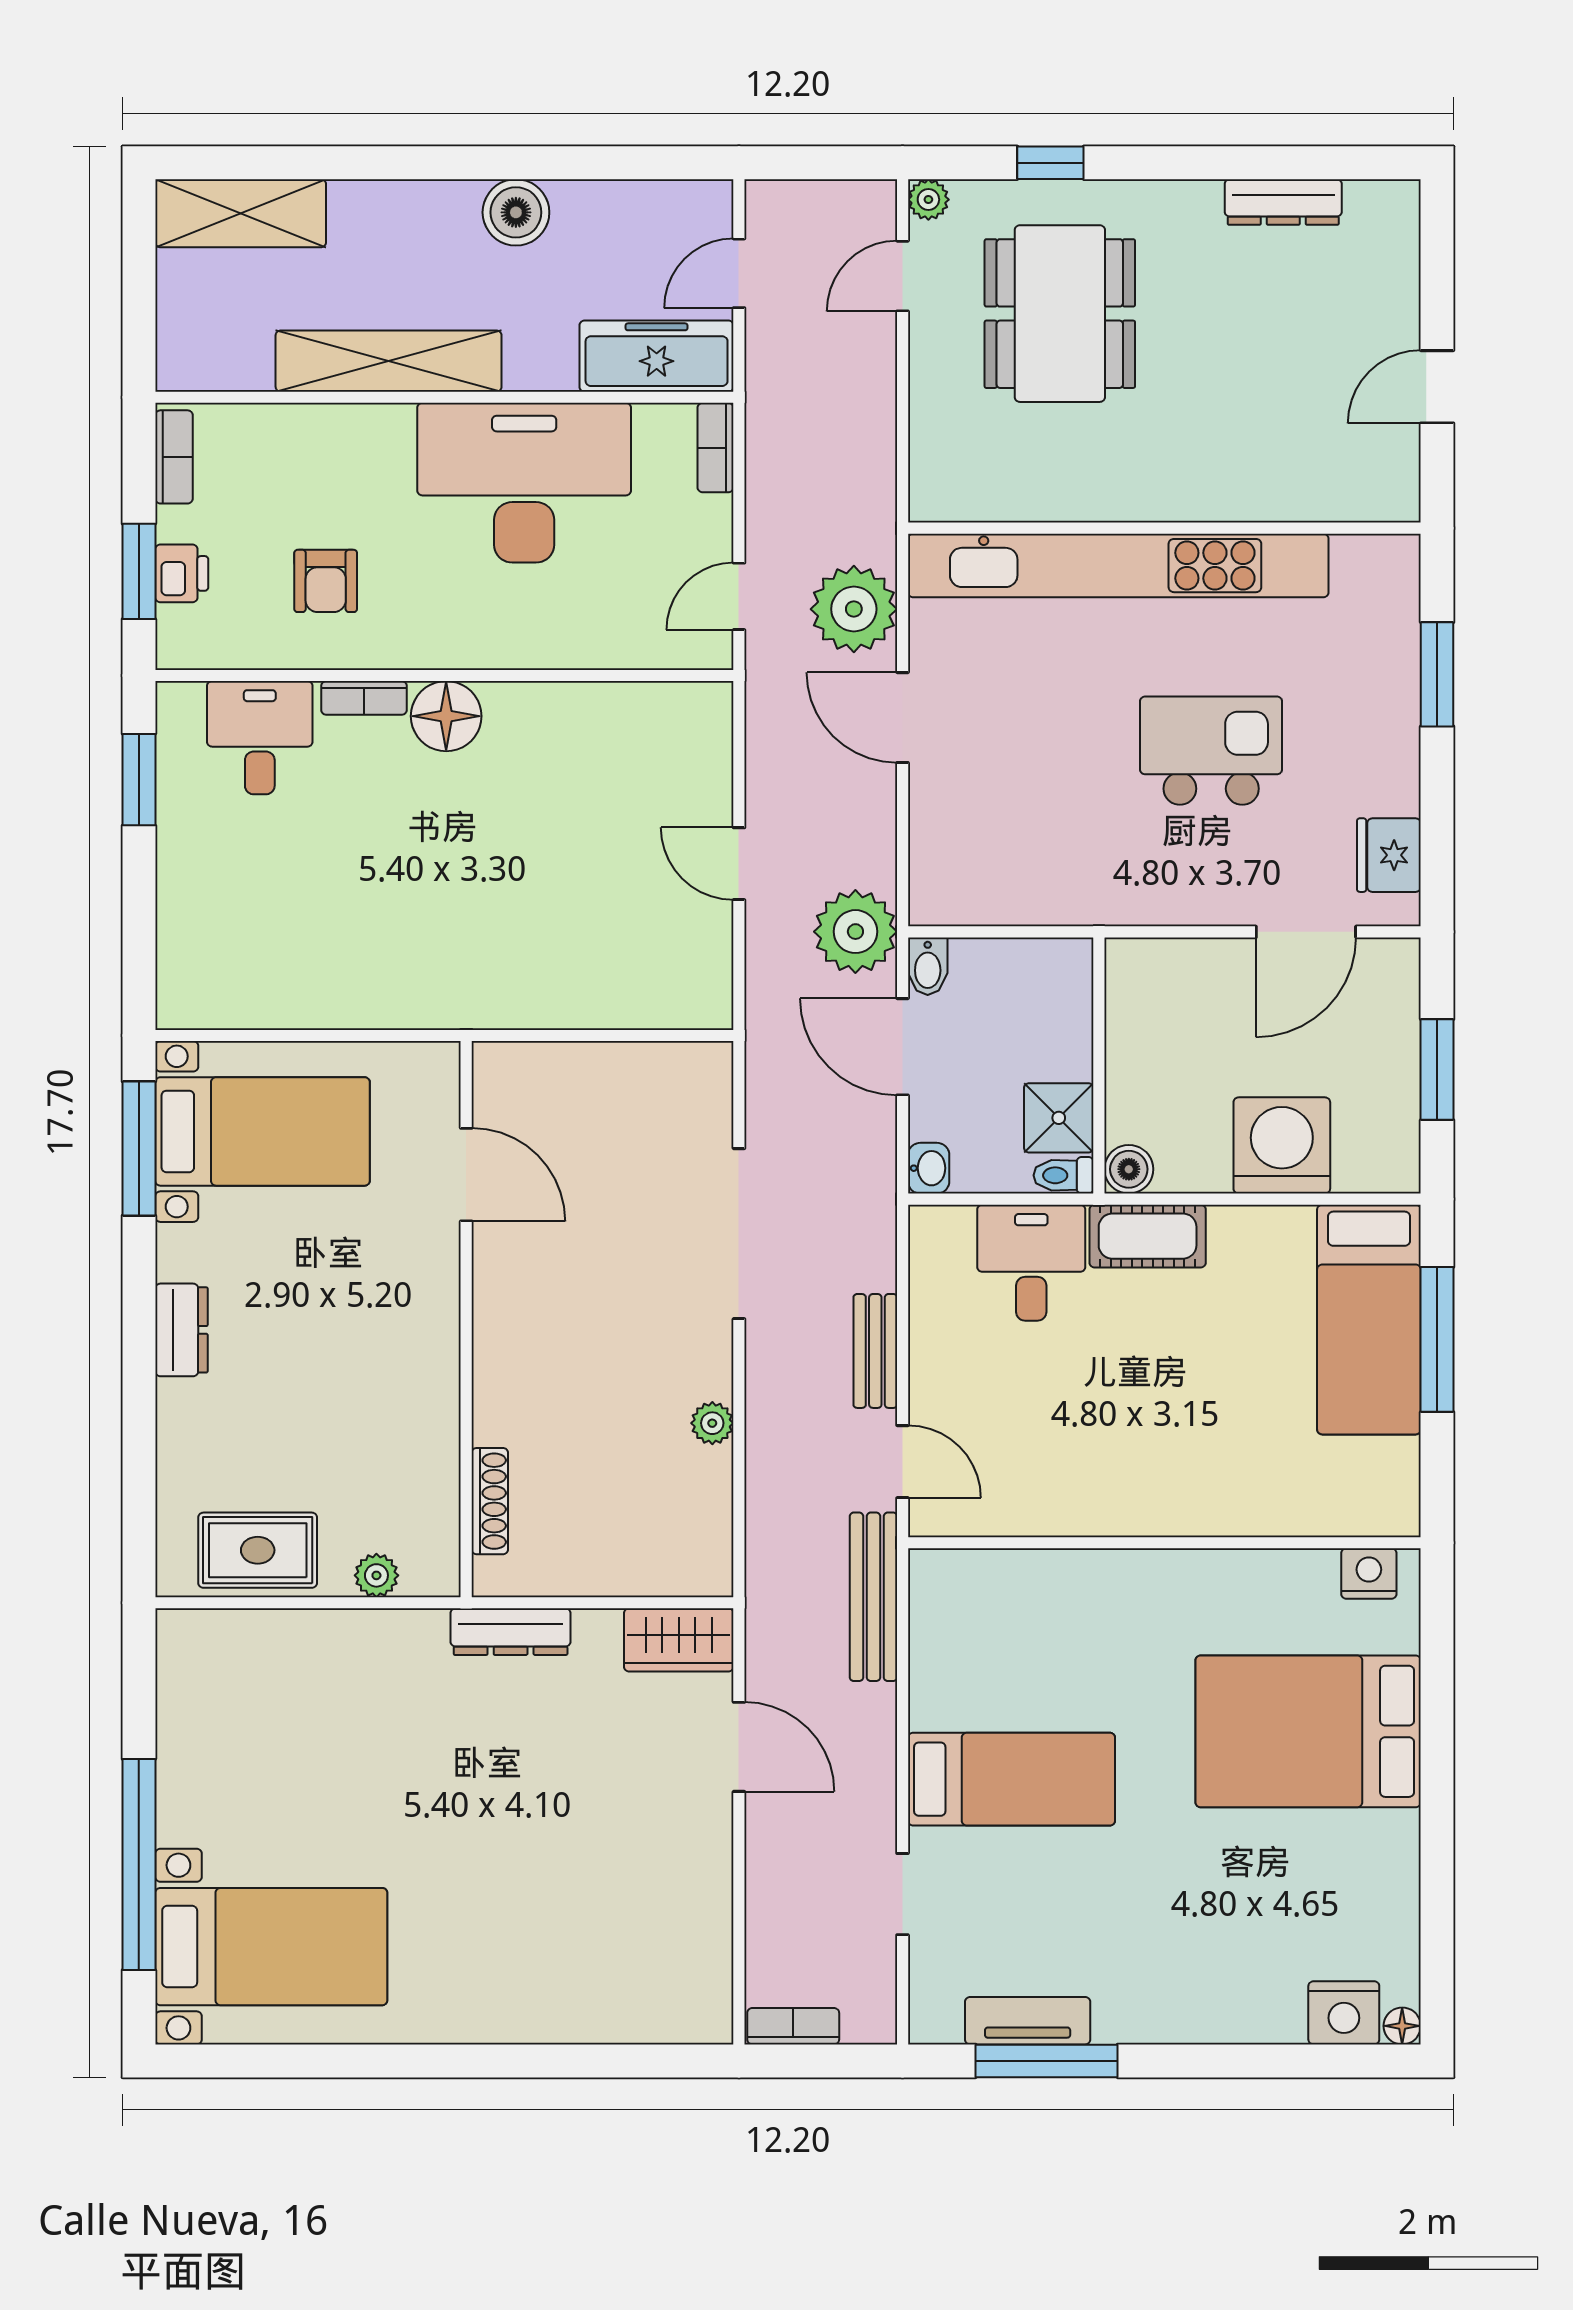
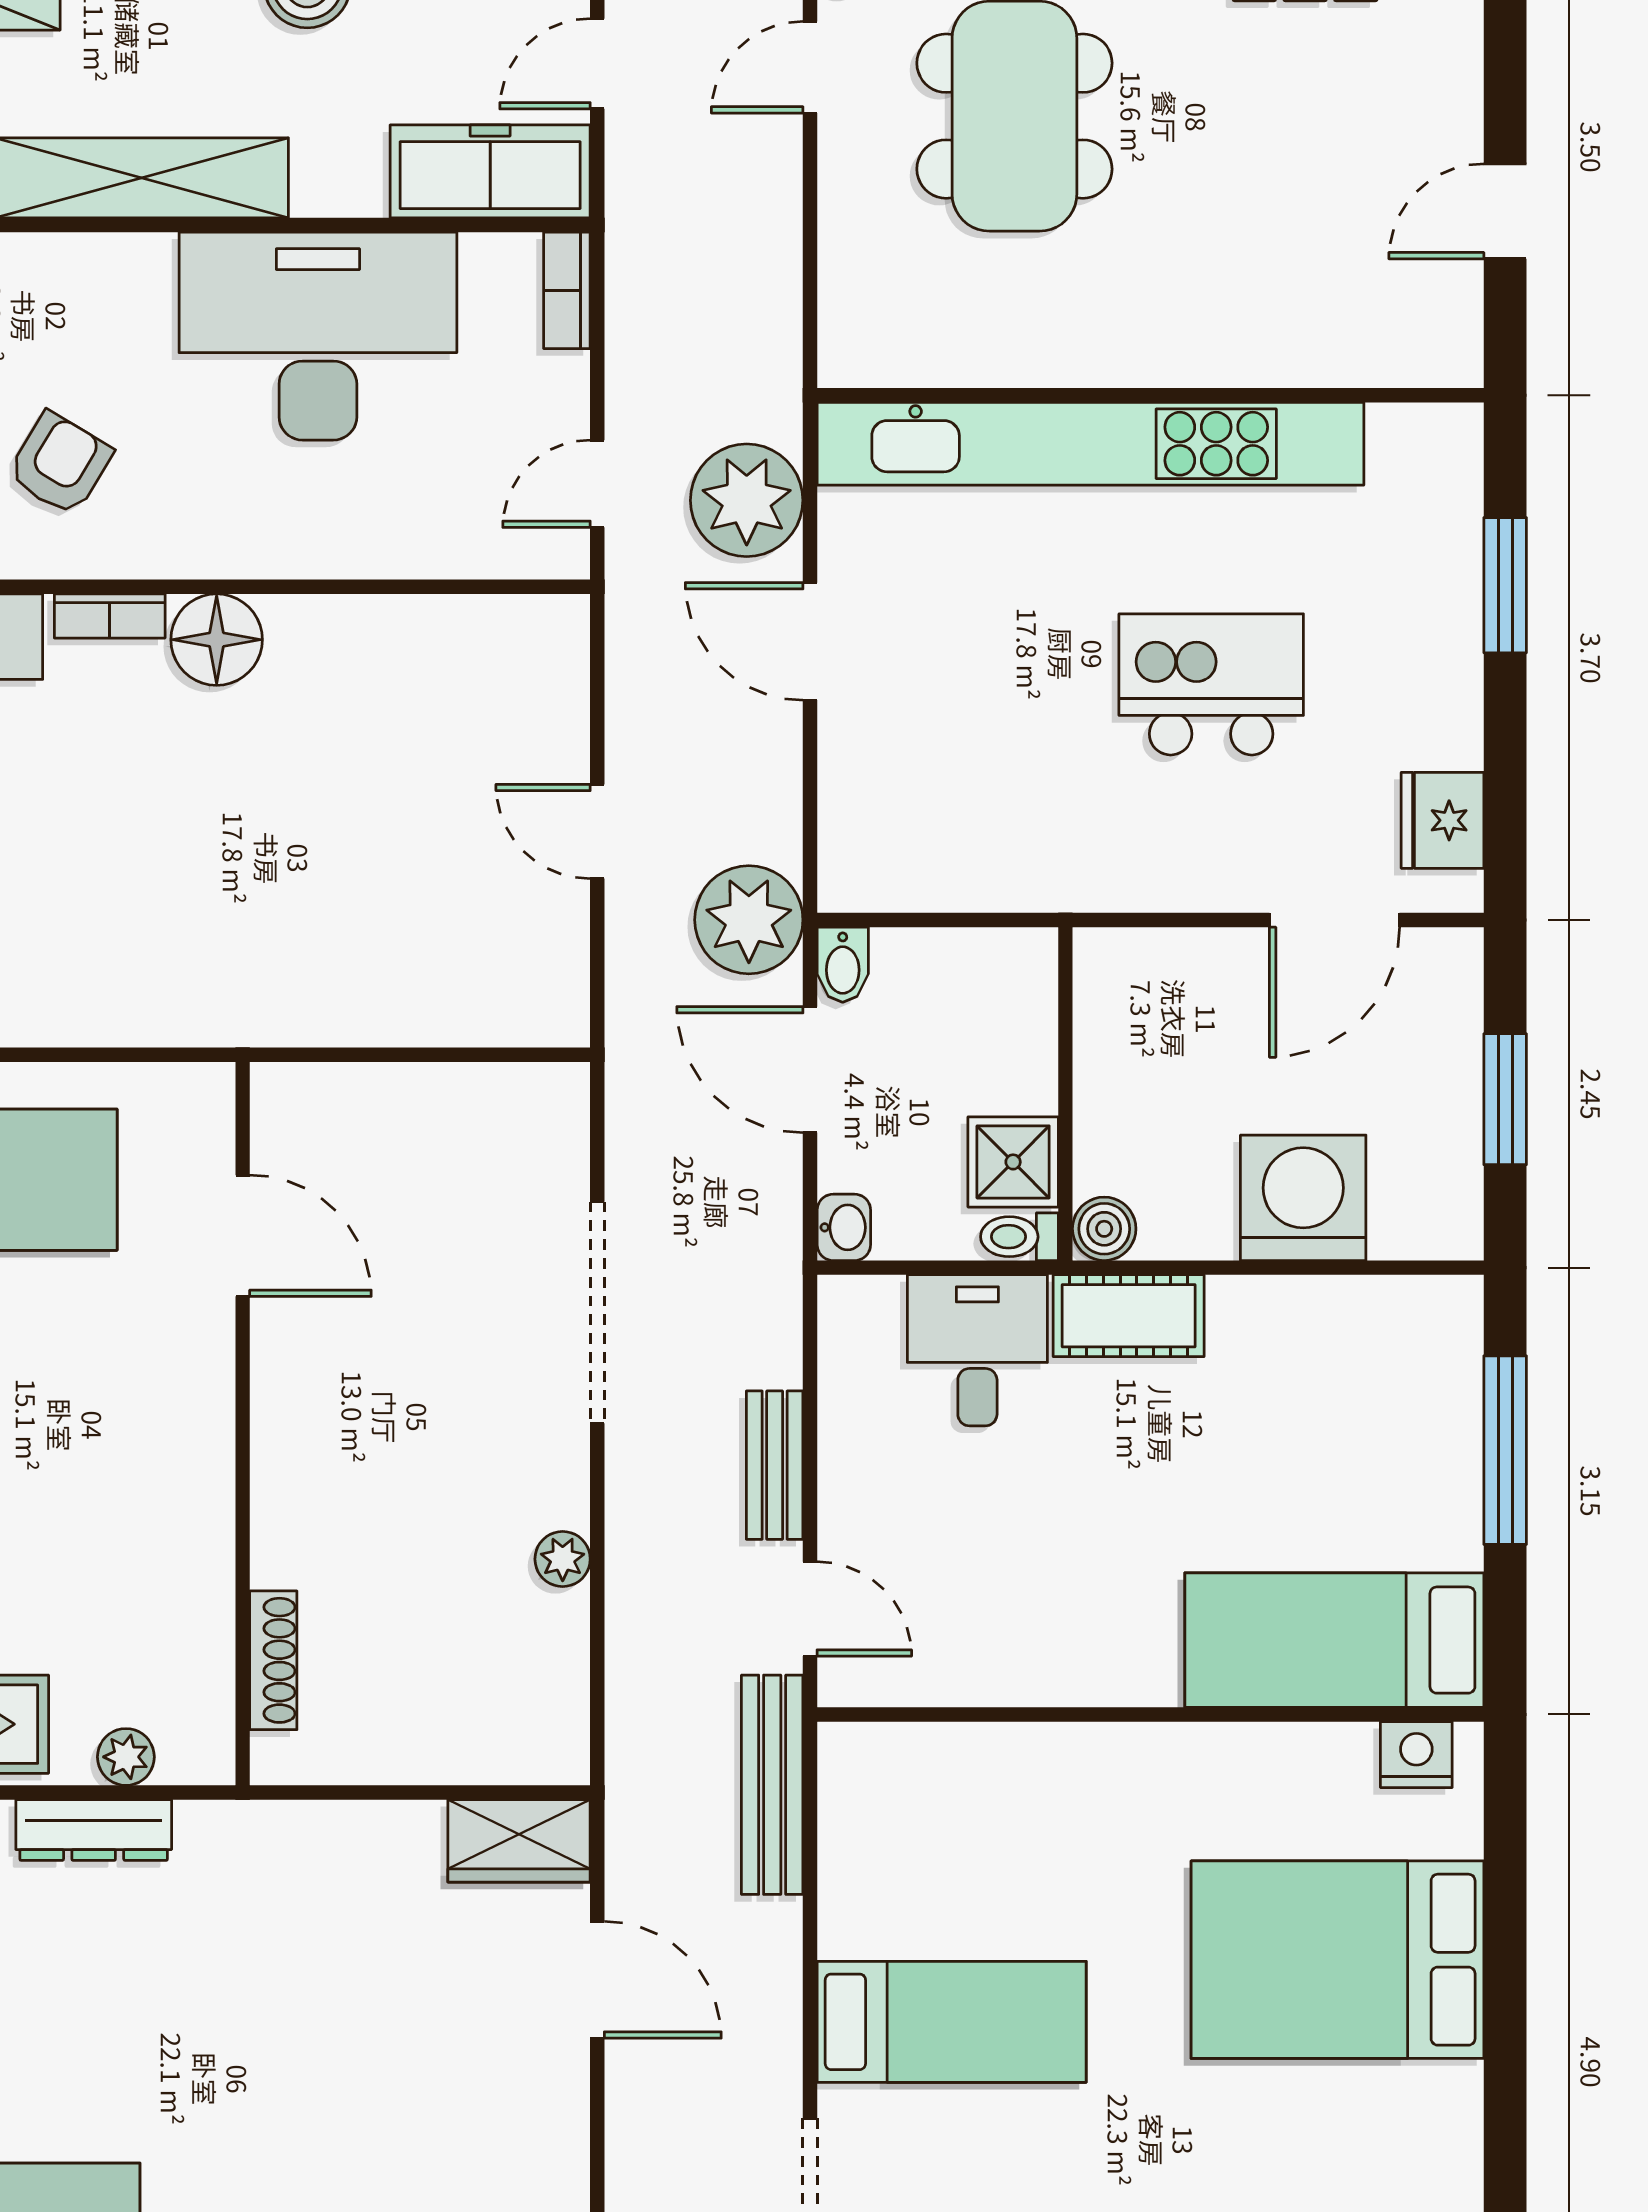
armchair: (326, 581) -> (60, 464), turned -149
bed: (1369, 1320) -> (1334, 1640), moved, turned 90
dresser: (511, 1632) -> (94, 1830), moved

